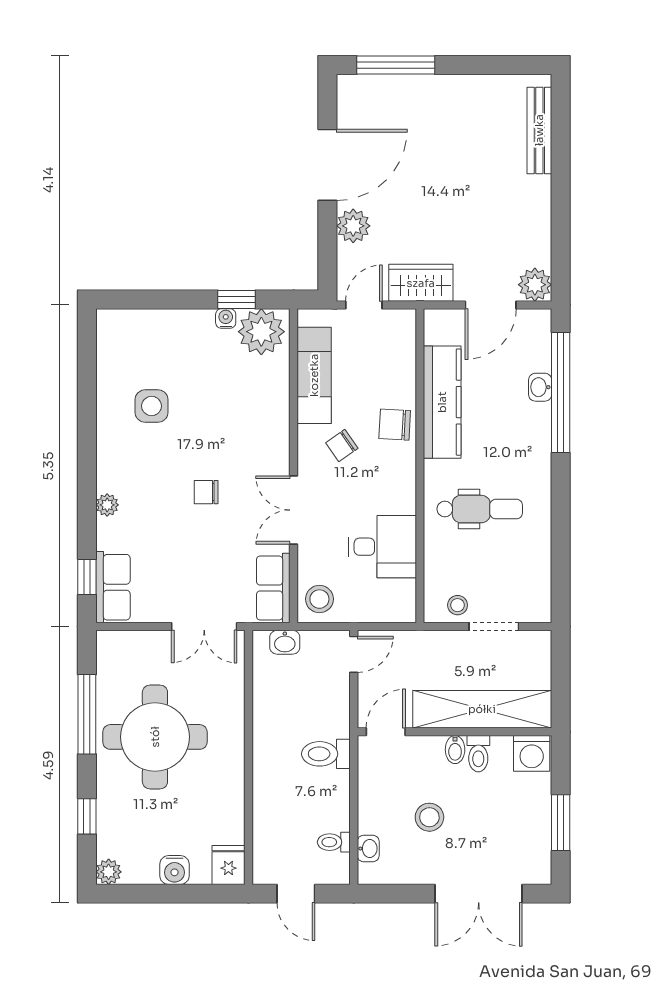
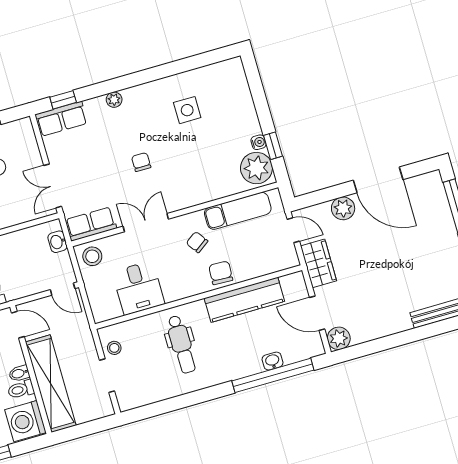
washing machine: (532, 753) -> (25, 421), width x1.37, depth x1.37

